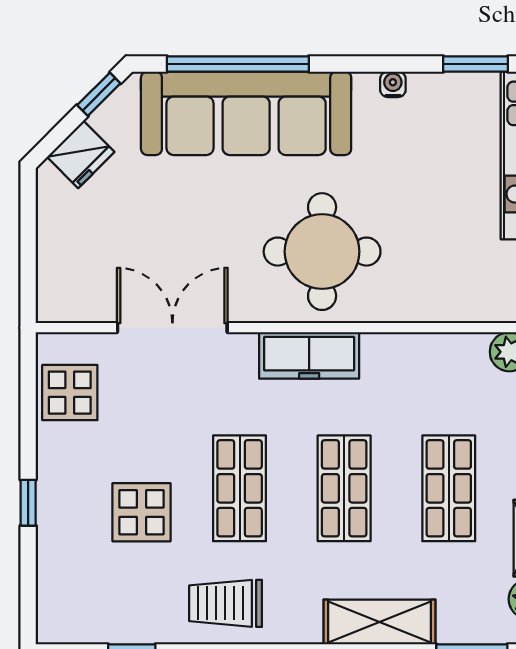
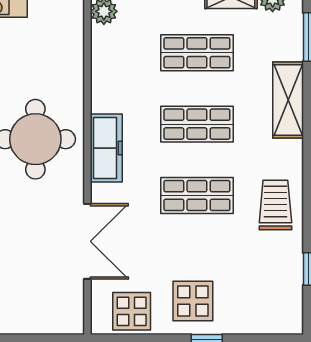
double door: (172, 328) -> (87, 241), swing flipped
display table: (142, 512) -> (193, 301), moved
trolley: (226, 603) -> (275, 205), turned 180

